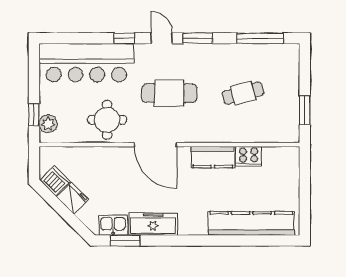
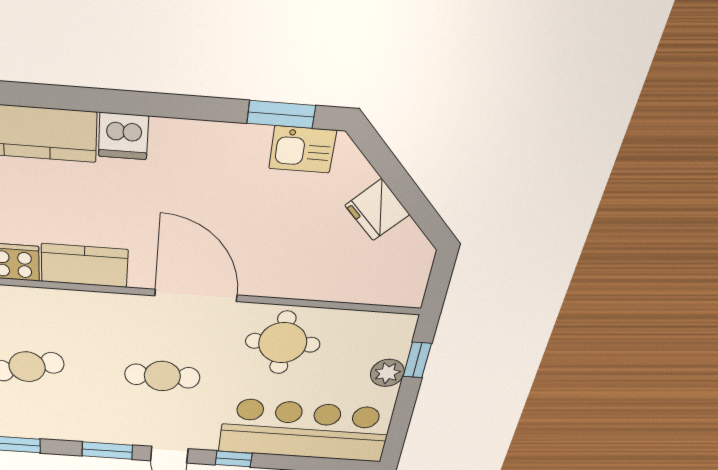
cafe table: (169, 93) -> (162, 376), width x0.73, depth x0.74
plant: (48, 124) -> (387, 373), moved
dishwasher: (55, 181) -> (123, 136), moved, turned -45
freezer: (153, 224) -> (216, 145), removed

